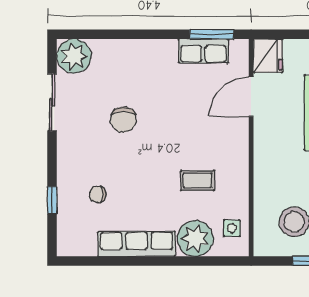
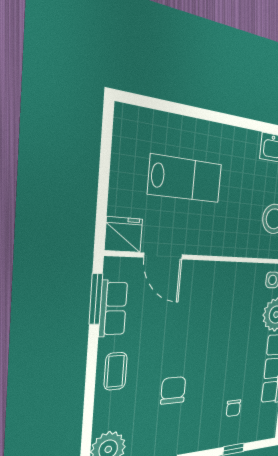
chair: (123, 120) -> (173, 390), turned -90
coffee table: (198, 180) -> (116, 371), moved

